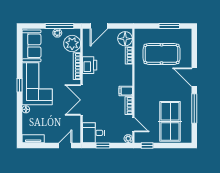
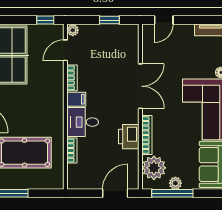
floor lamp: (125, 39) -> (77, 175), removed
door: (133, 125) -> (65, 50), hinge flipped
desk: (93, 133) -> (83, 122), moved, turned 180

